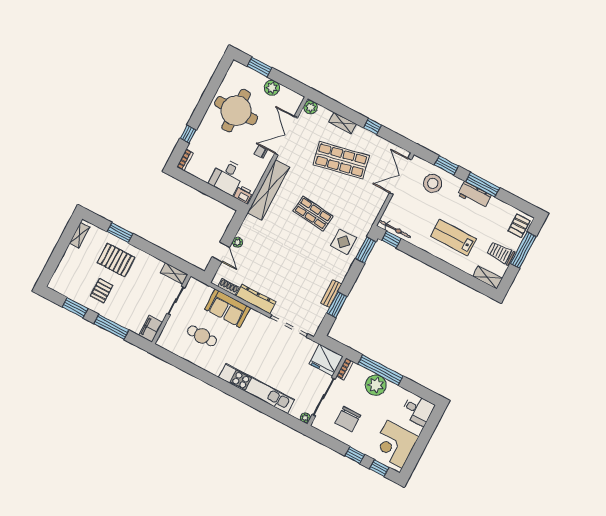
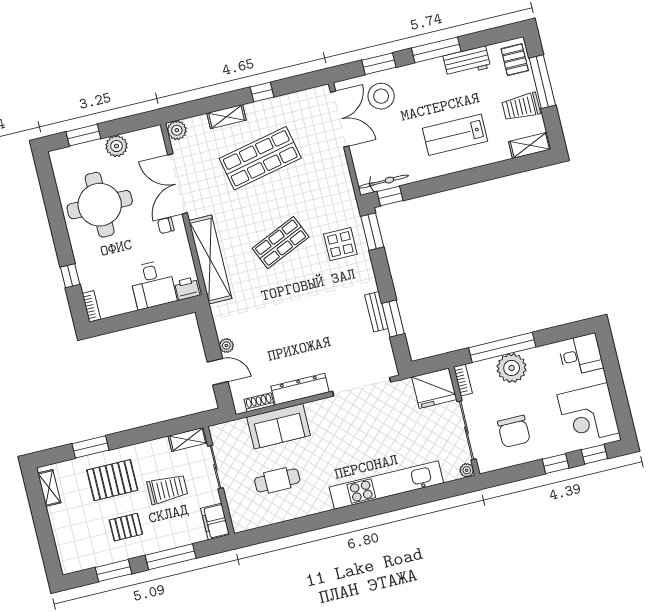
double door: (401, 176) -> (340, 119), swing flipped
workbench: (474, 195) -> (467, 62), moved
shop shelf: (313, 214) -> (281, 243), turned -30
trolley: (141, 290) -> (167, 489), added
pallet: (102, 291) -> (126, 527), turned 90

